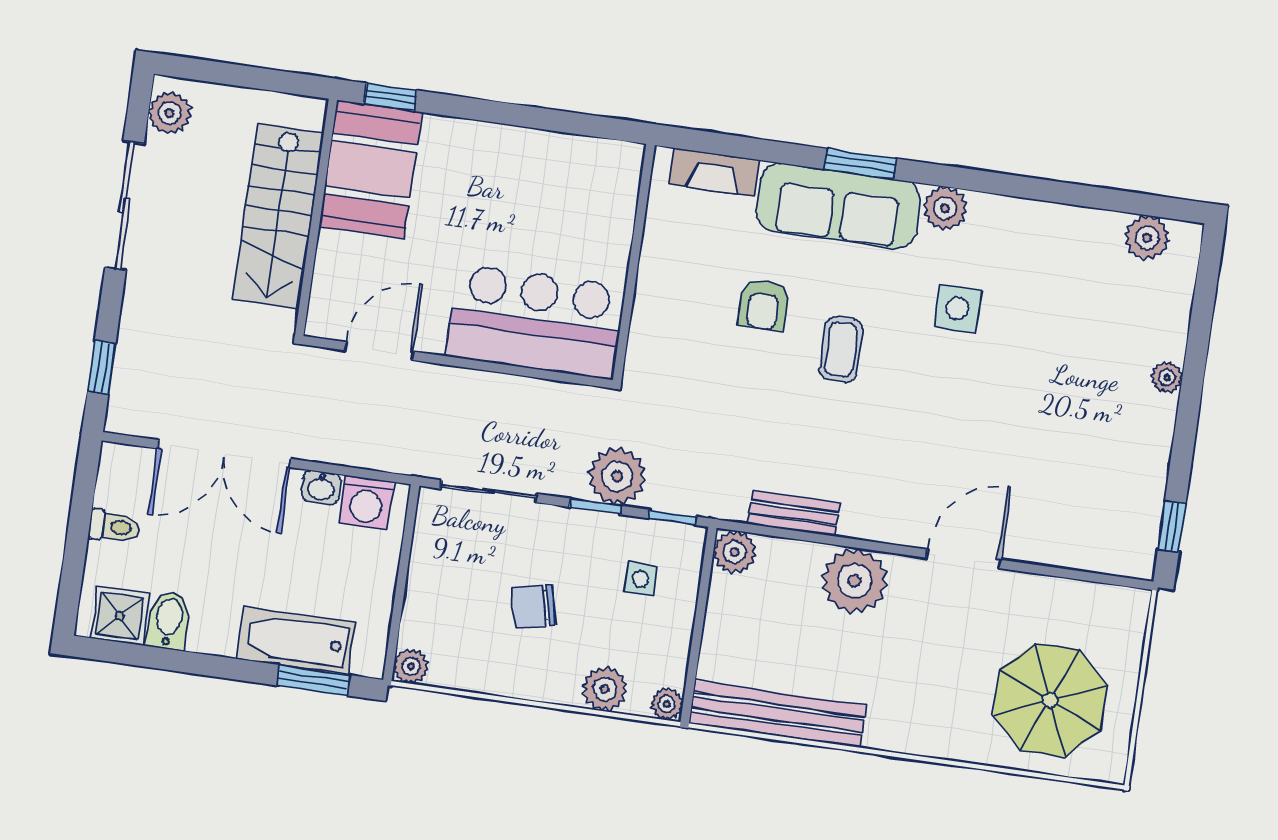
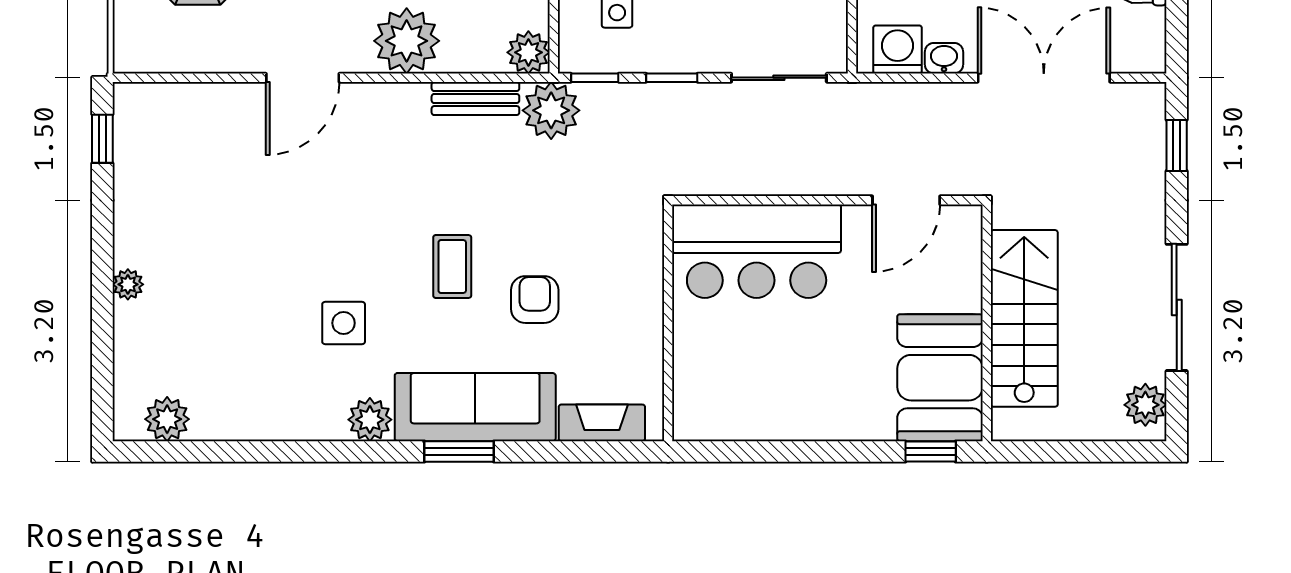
plant: (617, 476) -> (551, 110), moved

